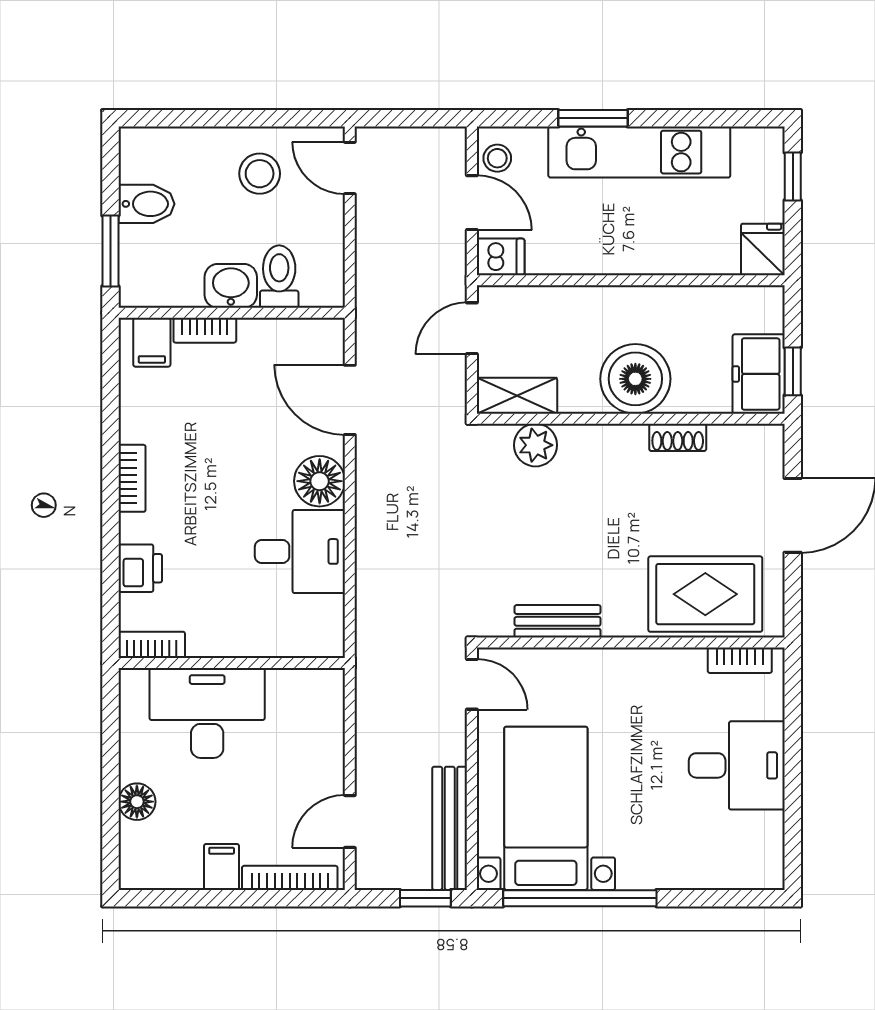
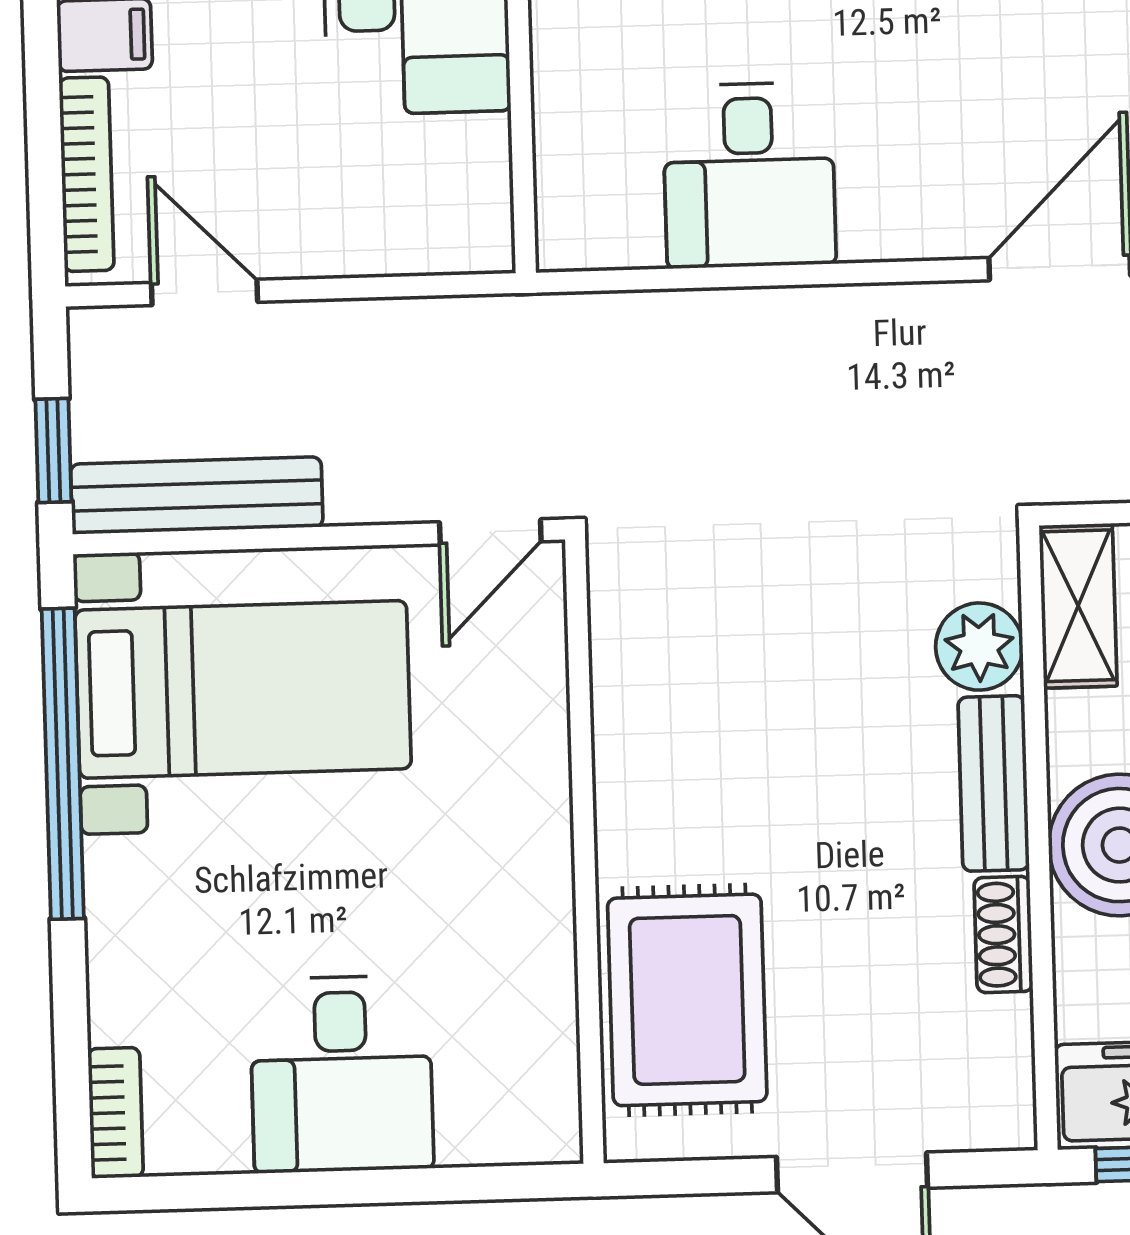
floor lamp: (320, 481) -> (893, 211), removed
bench: (558, 621) -> (994, 783), moved
bookcase: (740, 660) -> (116, 1113), moved, turned 180

